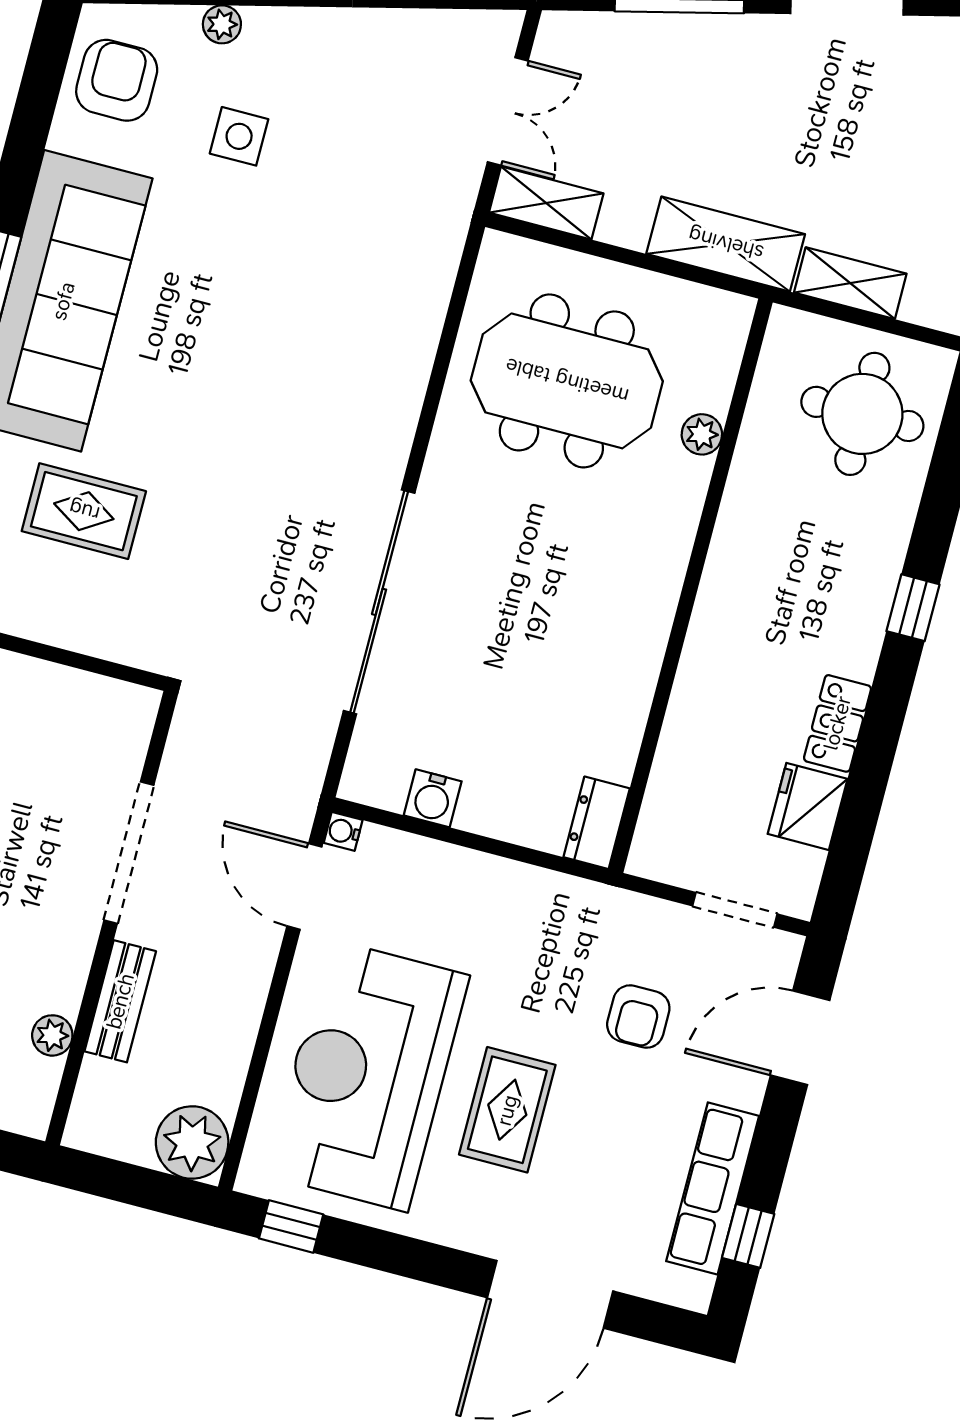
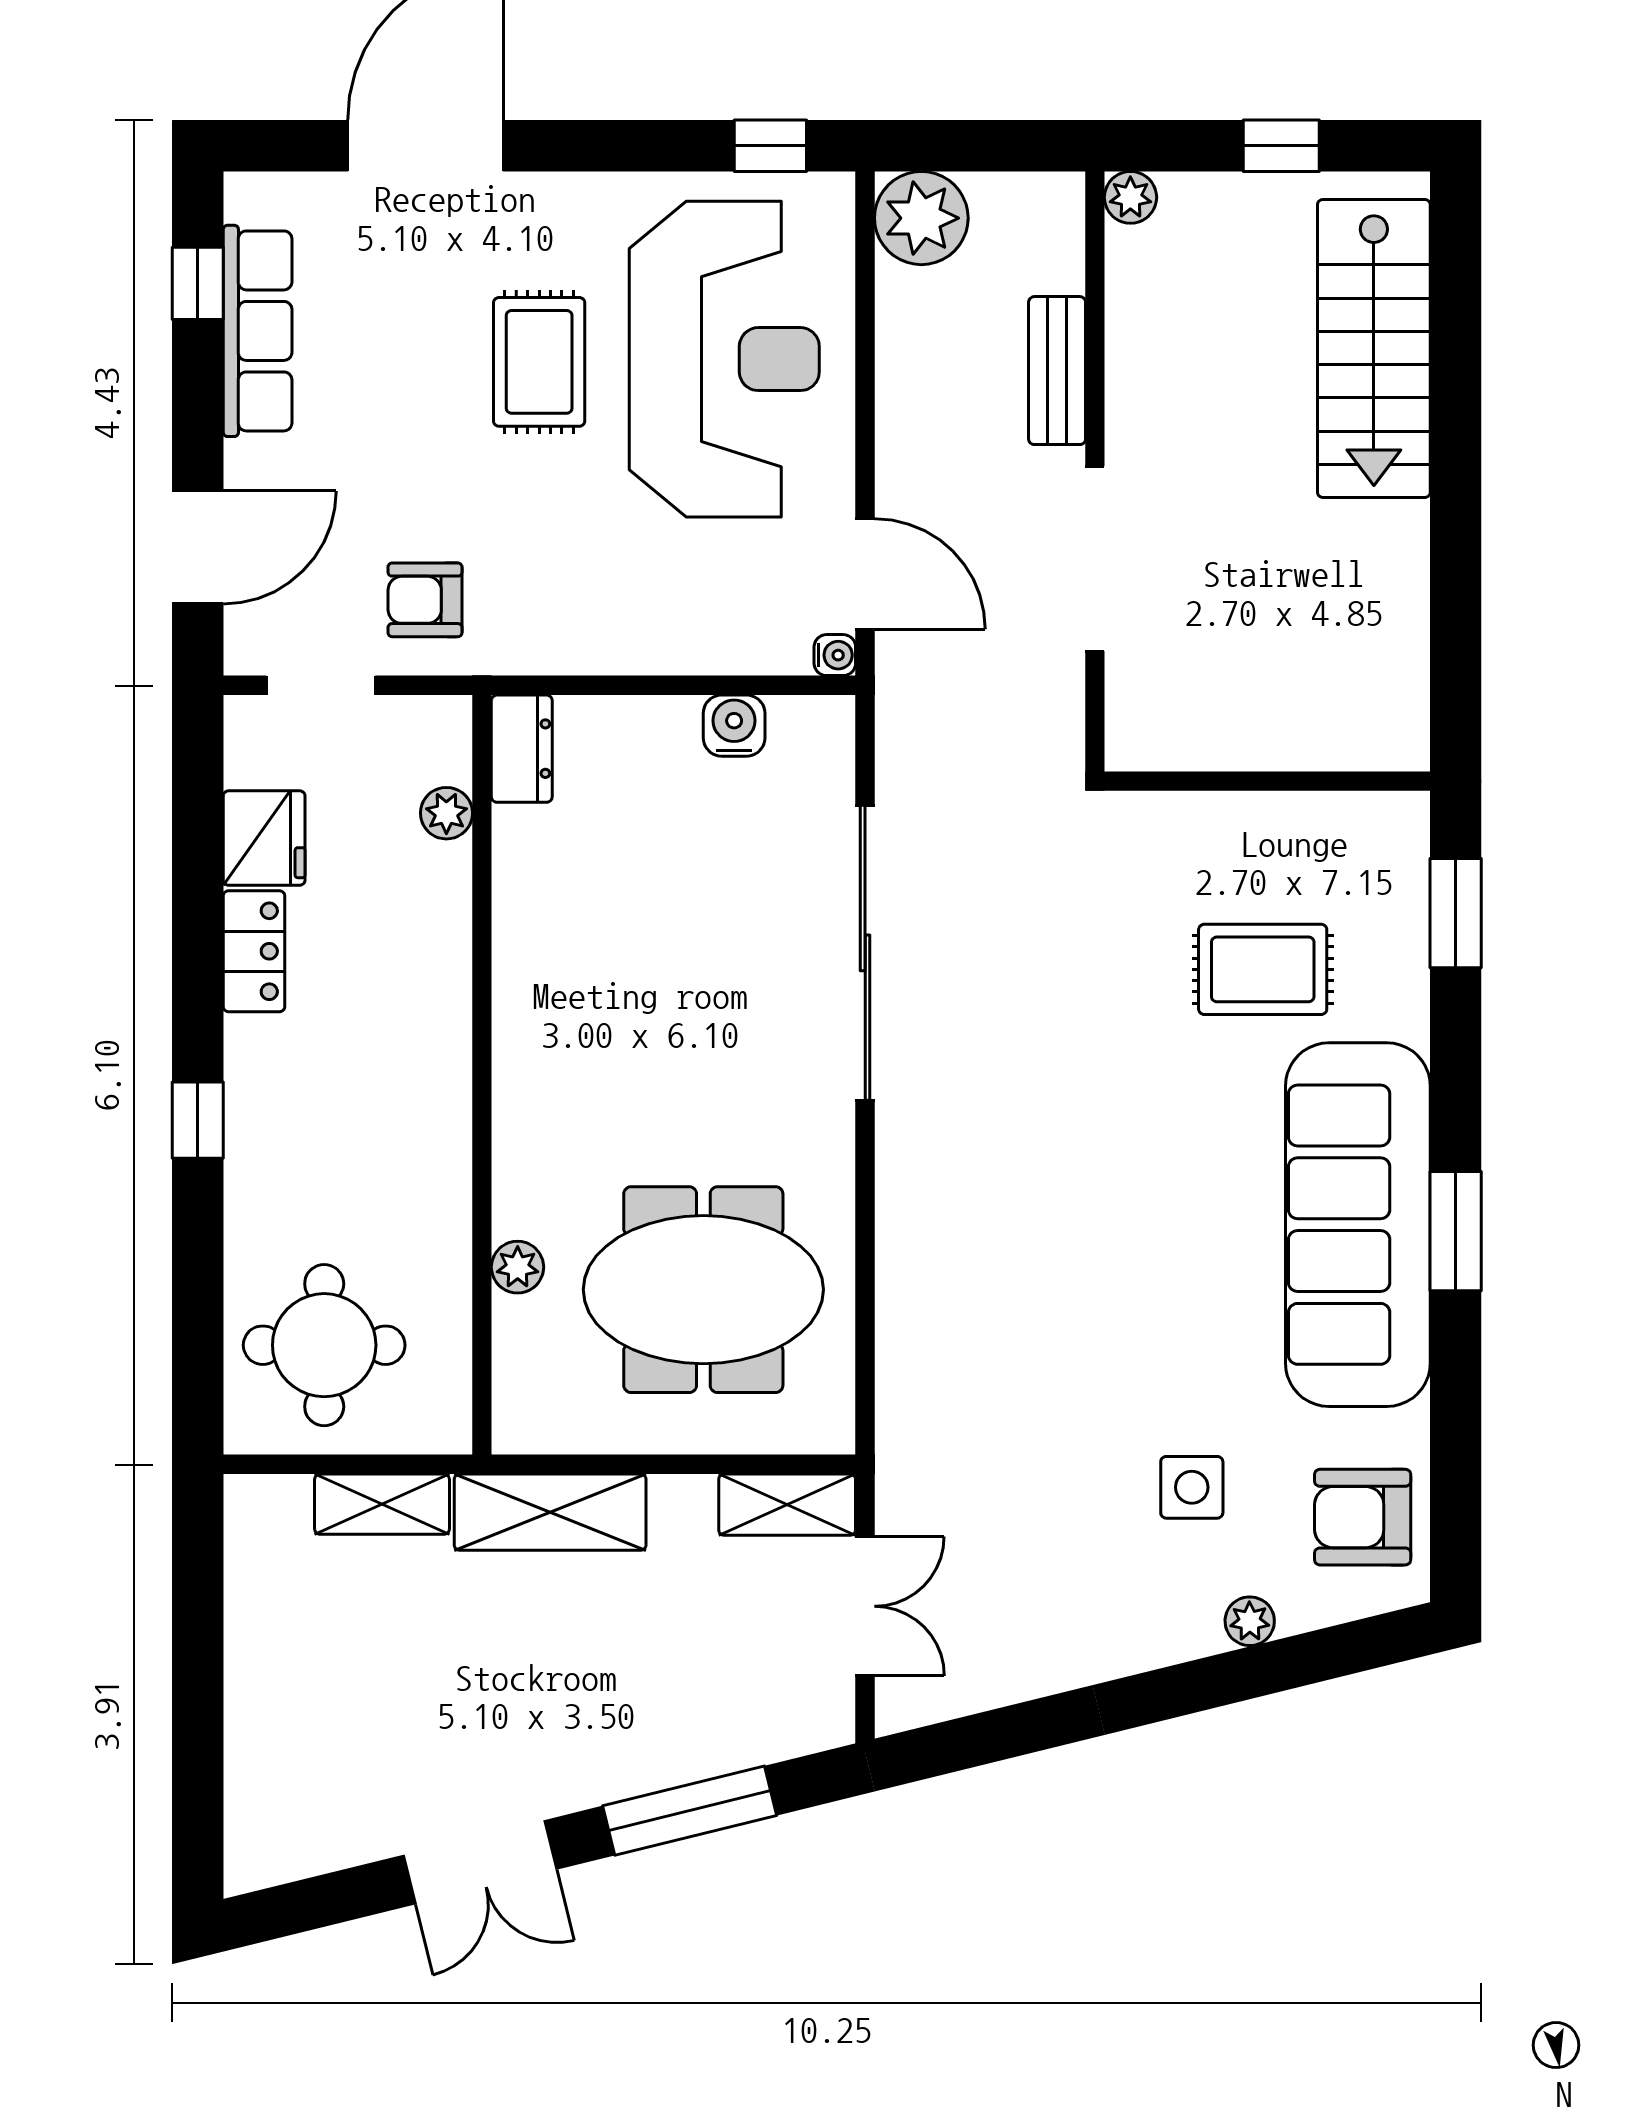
armchair: (117, 80) -> (1363, 1517), turned 90
double door: (508, 111) -> (865, 1606), swing flipped
plant: (666, 789) -> (446, 813), added
armchair: (638, 1017) -> (425, 600), moved, turned -90
plant: (52, 1035) -> (1130, 197), moved

